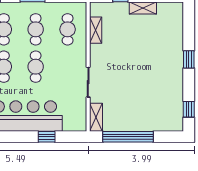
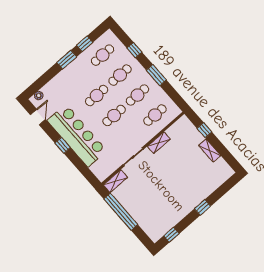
shelving: (96, 30) -> (159, 143), moved
window: (47, 137) -> (63, 145), moved

